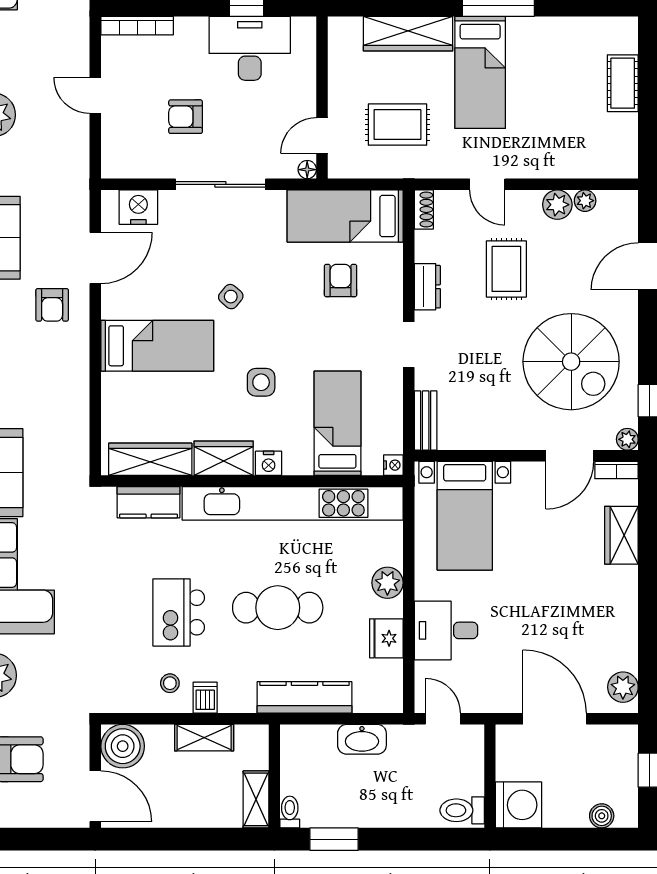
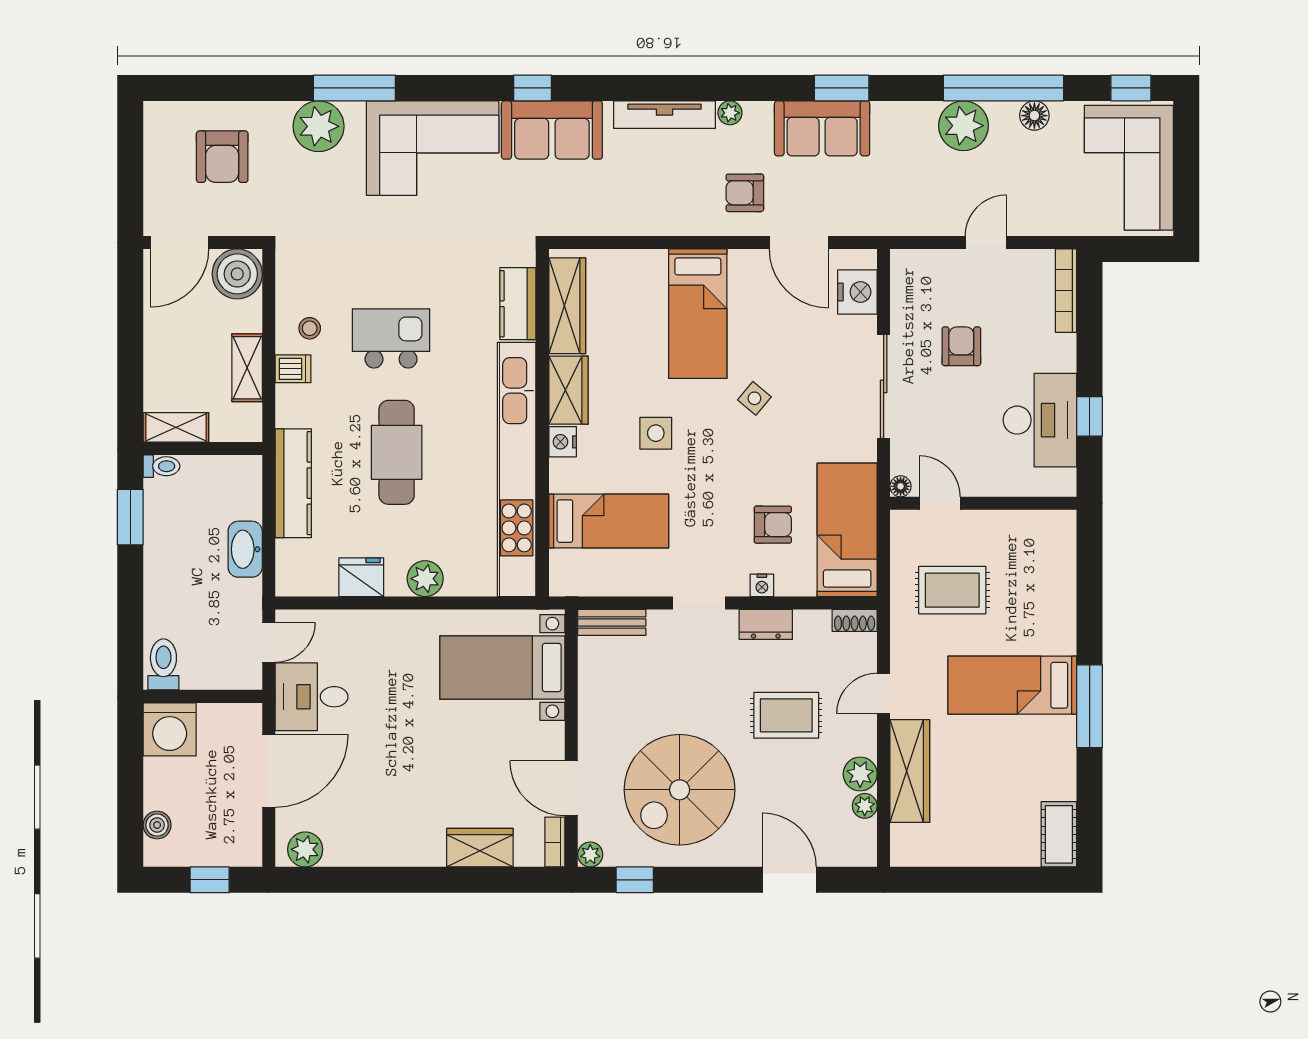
wardrobe: (408, 34) -> (910, 771), moved, turned 180
cot: (623, 83) -> (1059, 834), moved, turned 90
rug: (398, 125) -> (952, 590), turned 90
nightstand: (393, 465) -> (762, 585), moved
desk: (446, 630) -> (312, 697), moved, turned -90

